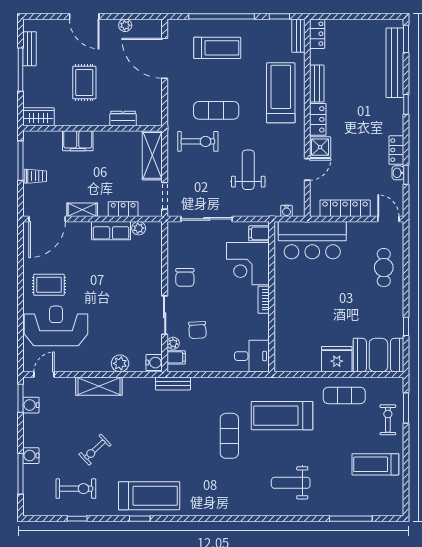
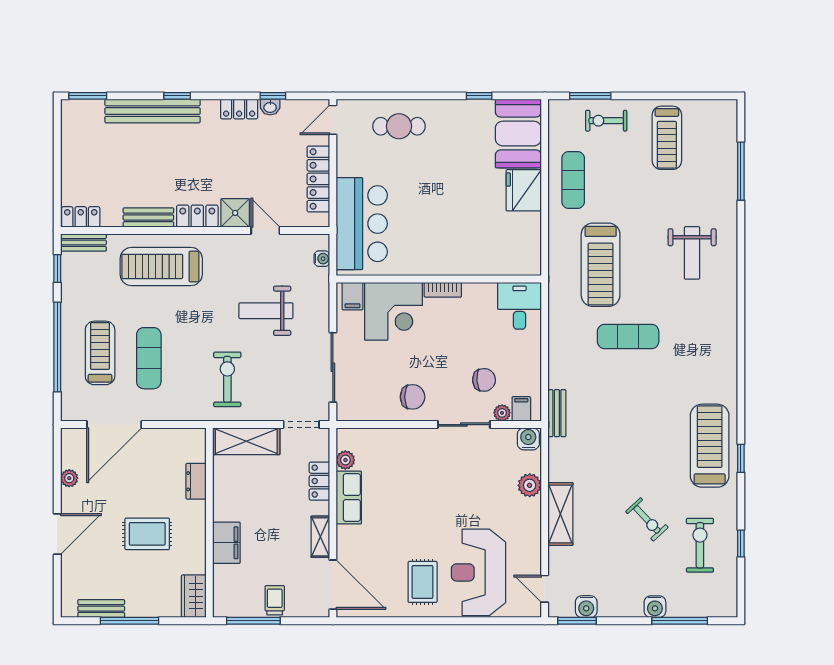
bench: (395, 63) -> (153, 111), moved
exercise mat: (216, 110) -> (149, 358), moved

